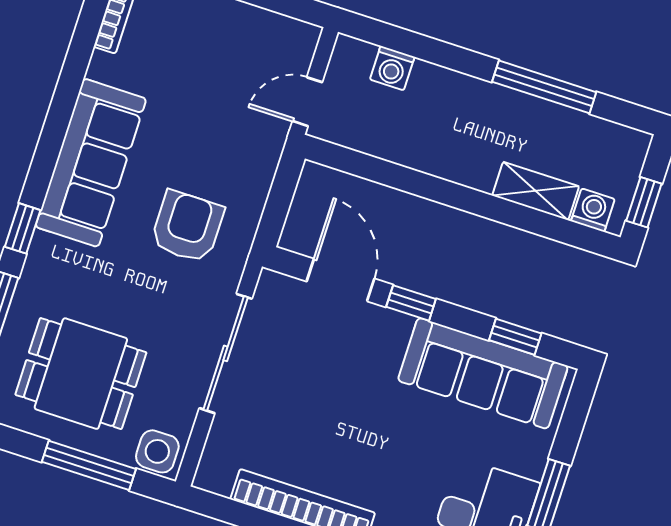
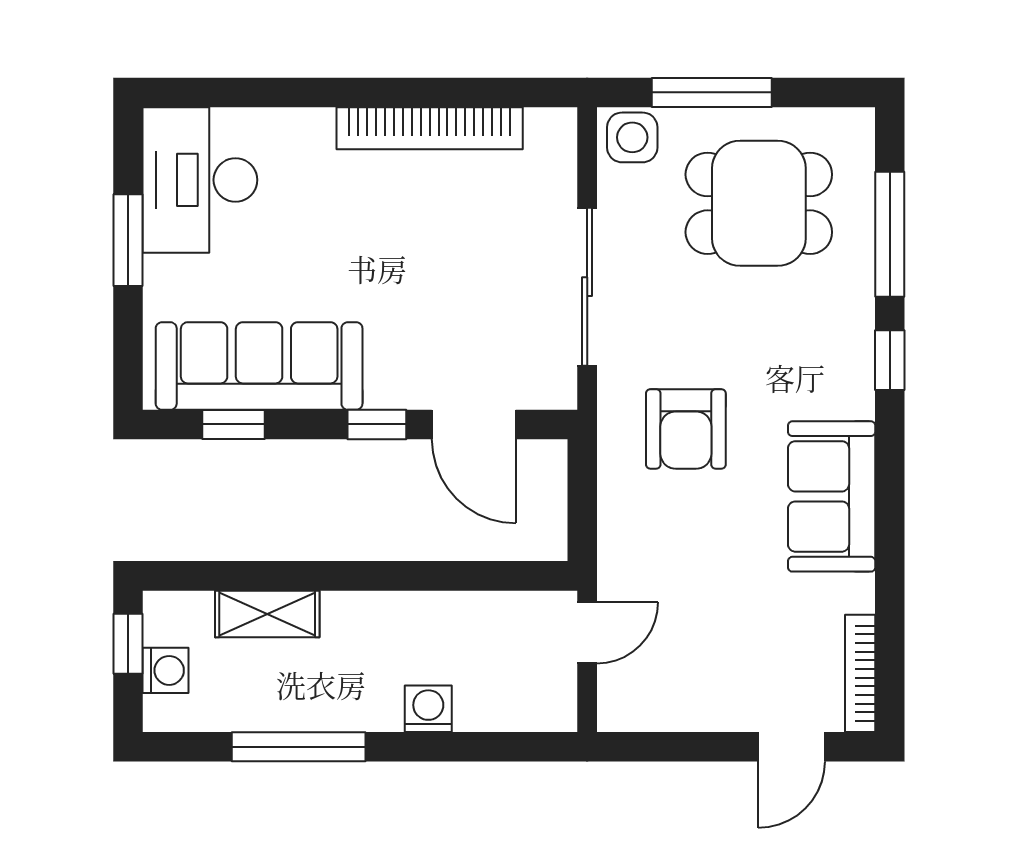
washing machine: (392, 68) -> (428, 709), moved
sofa: (91, 163) -> (832, 496), width x0.73
washing machine: (593, 210) -> (165, 670), moved, turned -90

